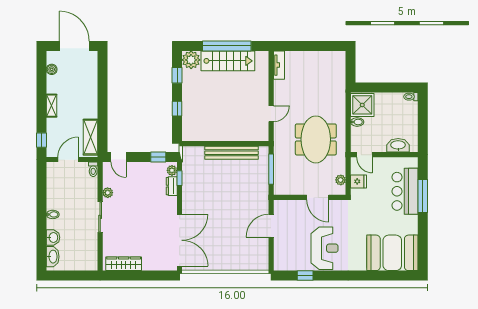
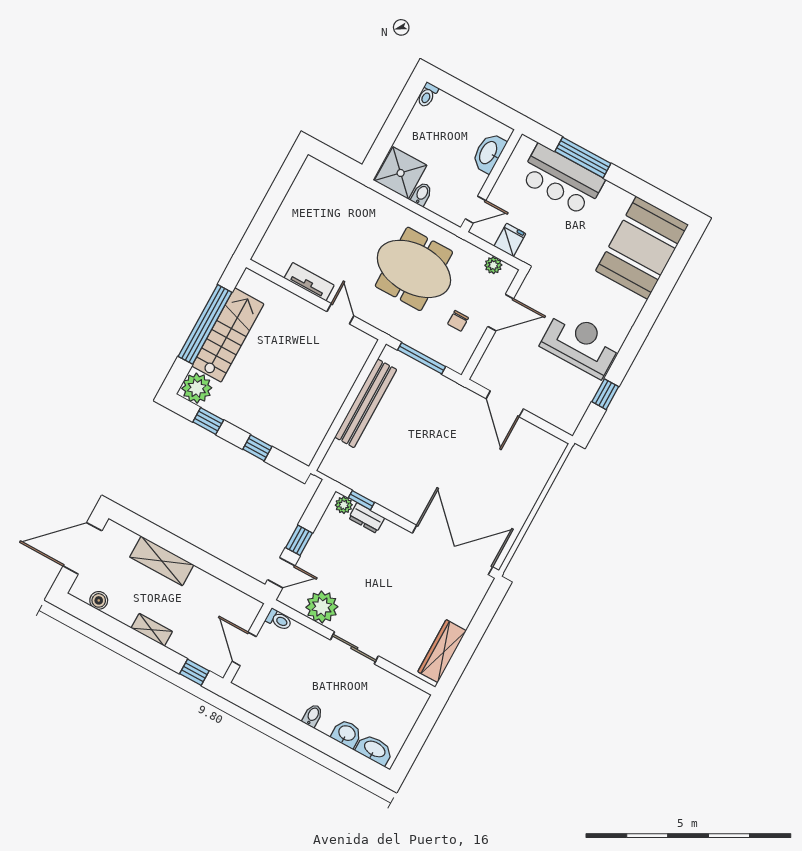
tv unit: (279, 65) -> (309, 282), moved
shelving: (90, 137) -> (162, 561), moved
window: (158, 157) -> (299, 540), moved
chair: (301, 177) -> (458, 321), added
plant: (108, 193) -> (322, 607), width x1.88, depth x1.88

